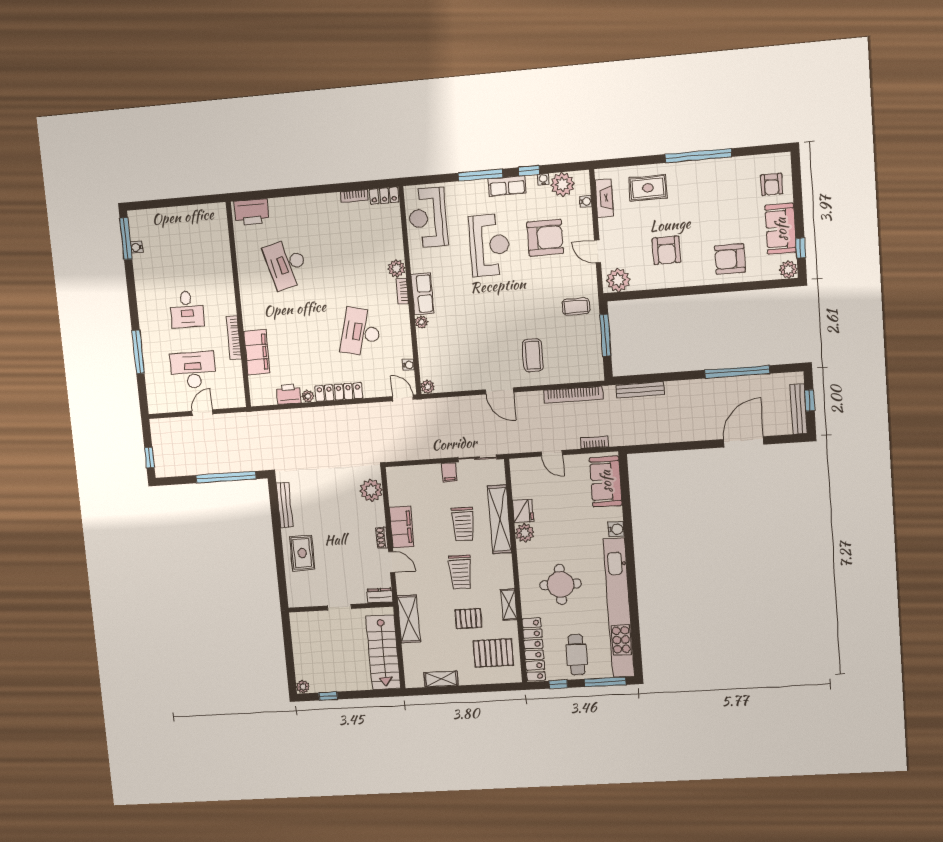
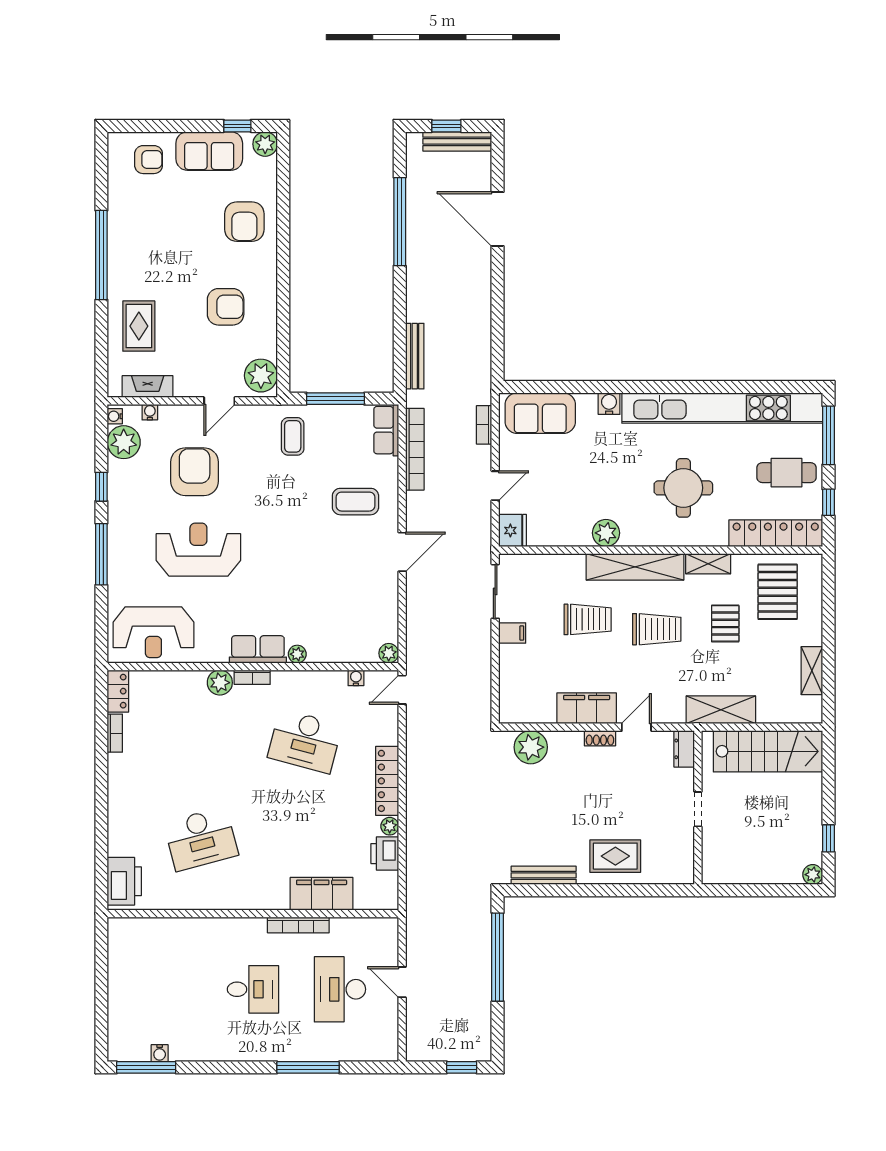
water cooler: (543, 179) -> (115, 416), moved
row of seats: (507, 186) -> (386, 430), moved, turned 180
fridge: (523, 511) -> (513, 530), moved, turned 90
shelving: (500, 519) -> (635, 567), moved

